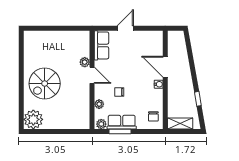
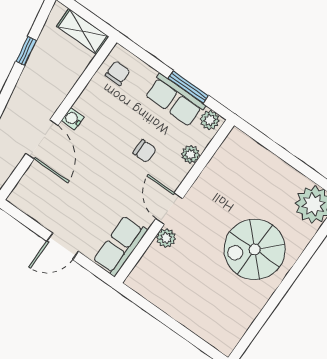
spiral stairs: (45, 84) -> (255, 249), turned 180

